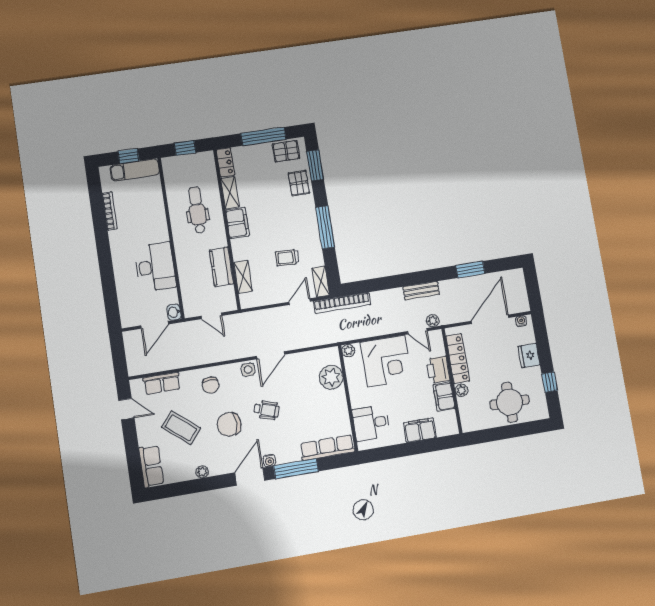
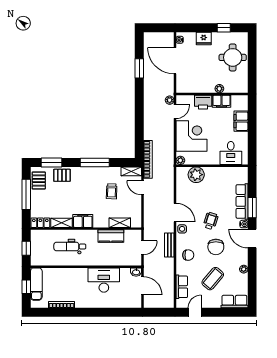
bench: (421, 291) -> (169, 245), moved
locker: (458, 359) -> (198, 88), removed
row of seats: (327, 448) -> (242, 201), moved
window: (296, 469) -> (252, 208), width x0.69

